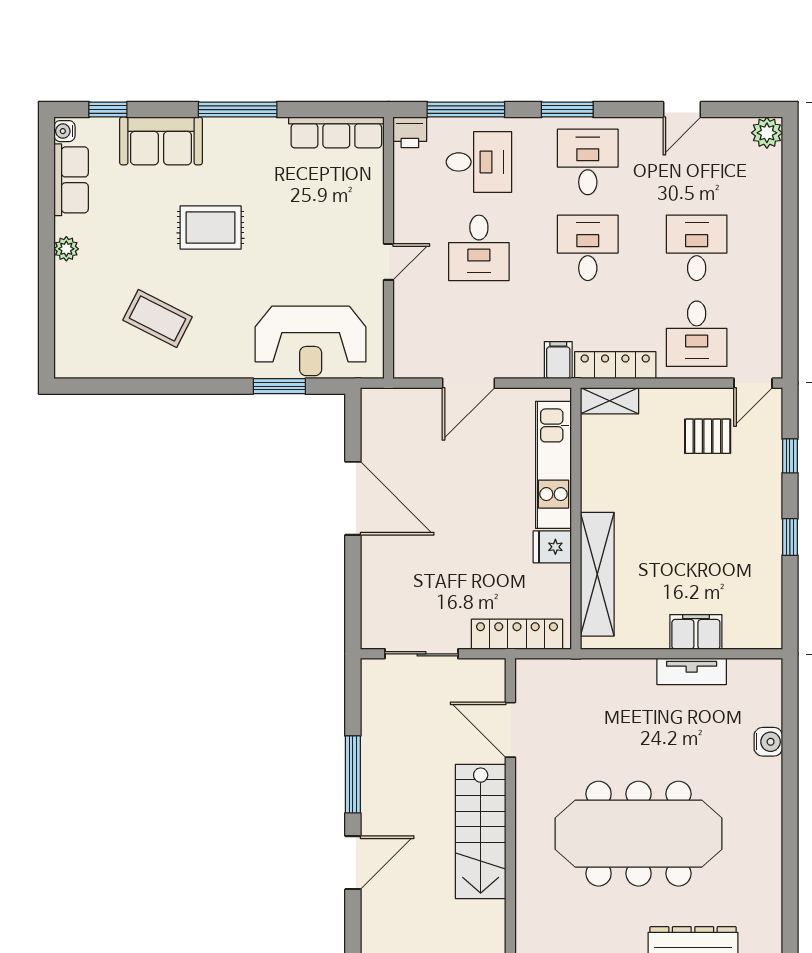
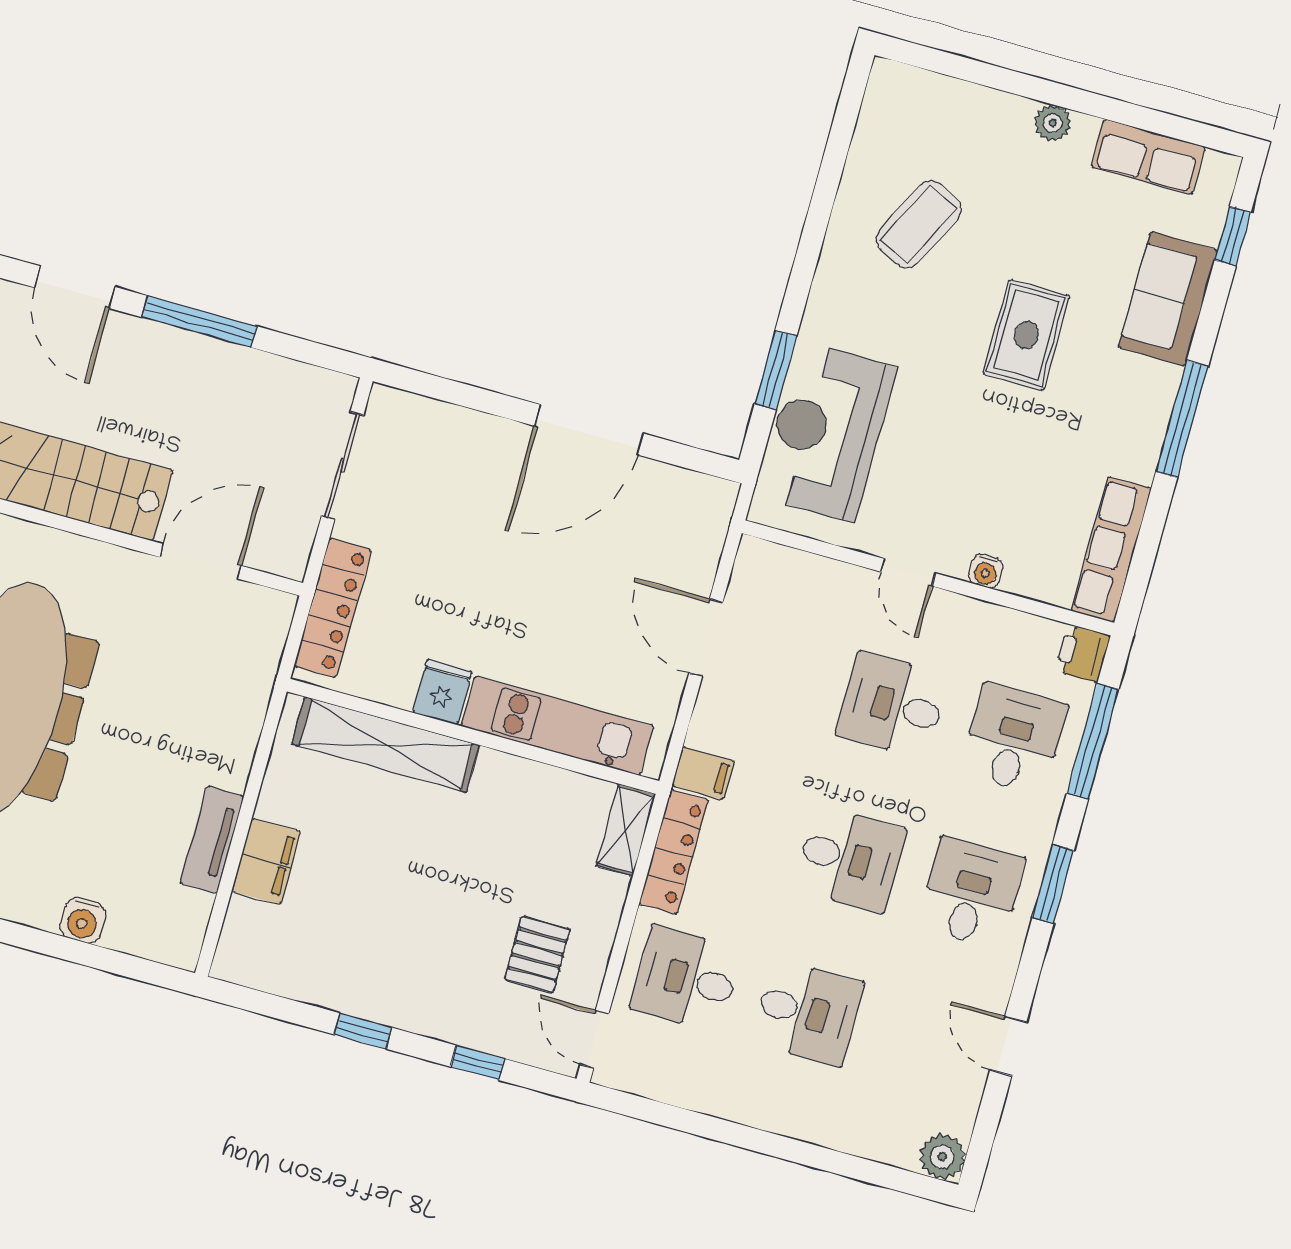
water cooler: (65, 131) -> (986, 571), moved, turned 180
desk: (479, 162) -> (1014, 739), turned 180
desk: (588, 162) -> (971, 893), turned -90

